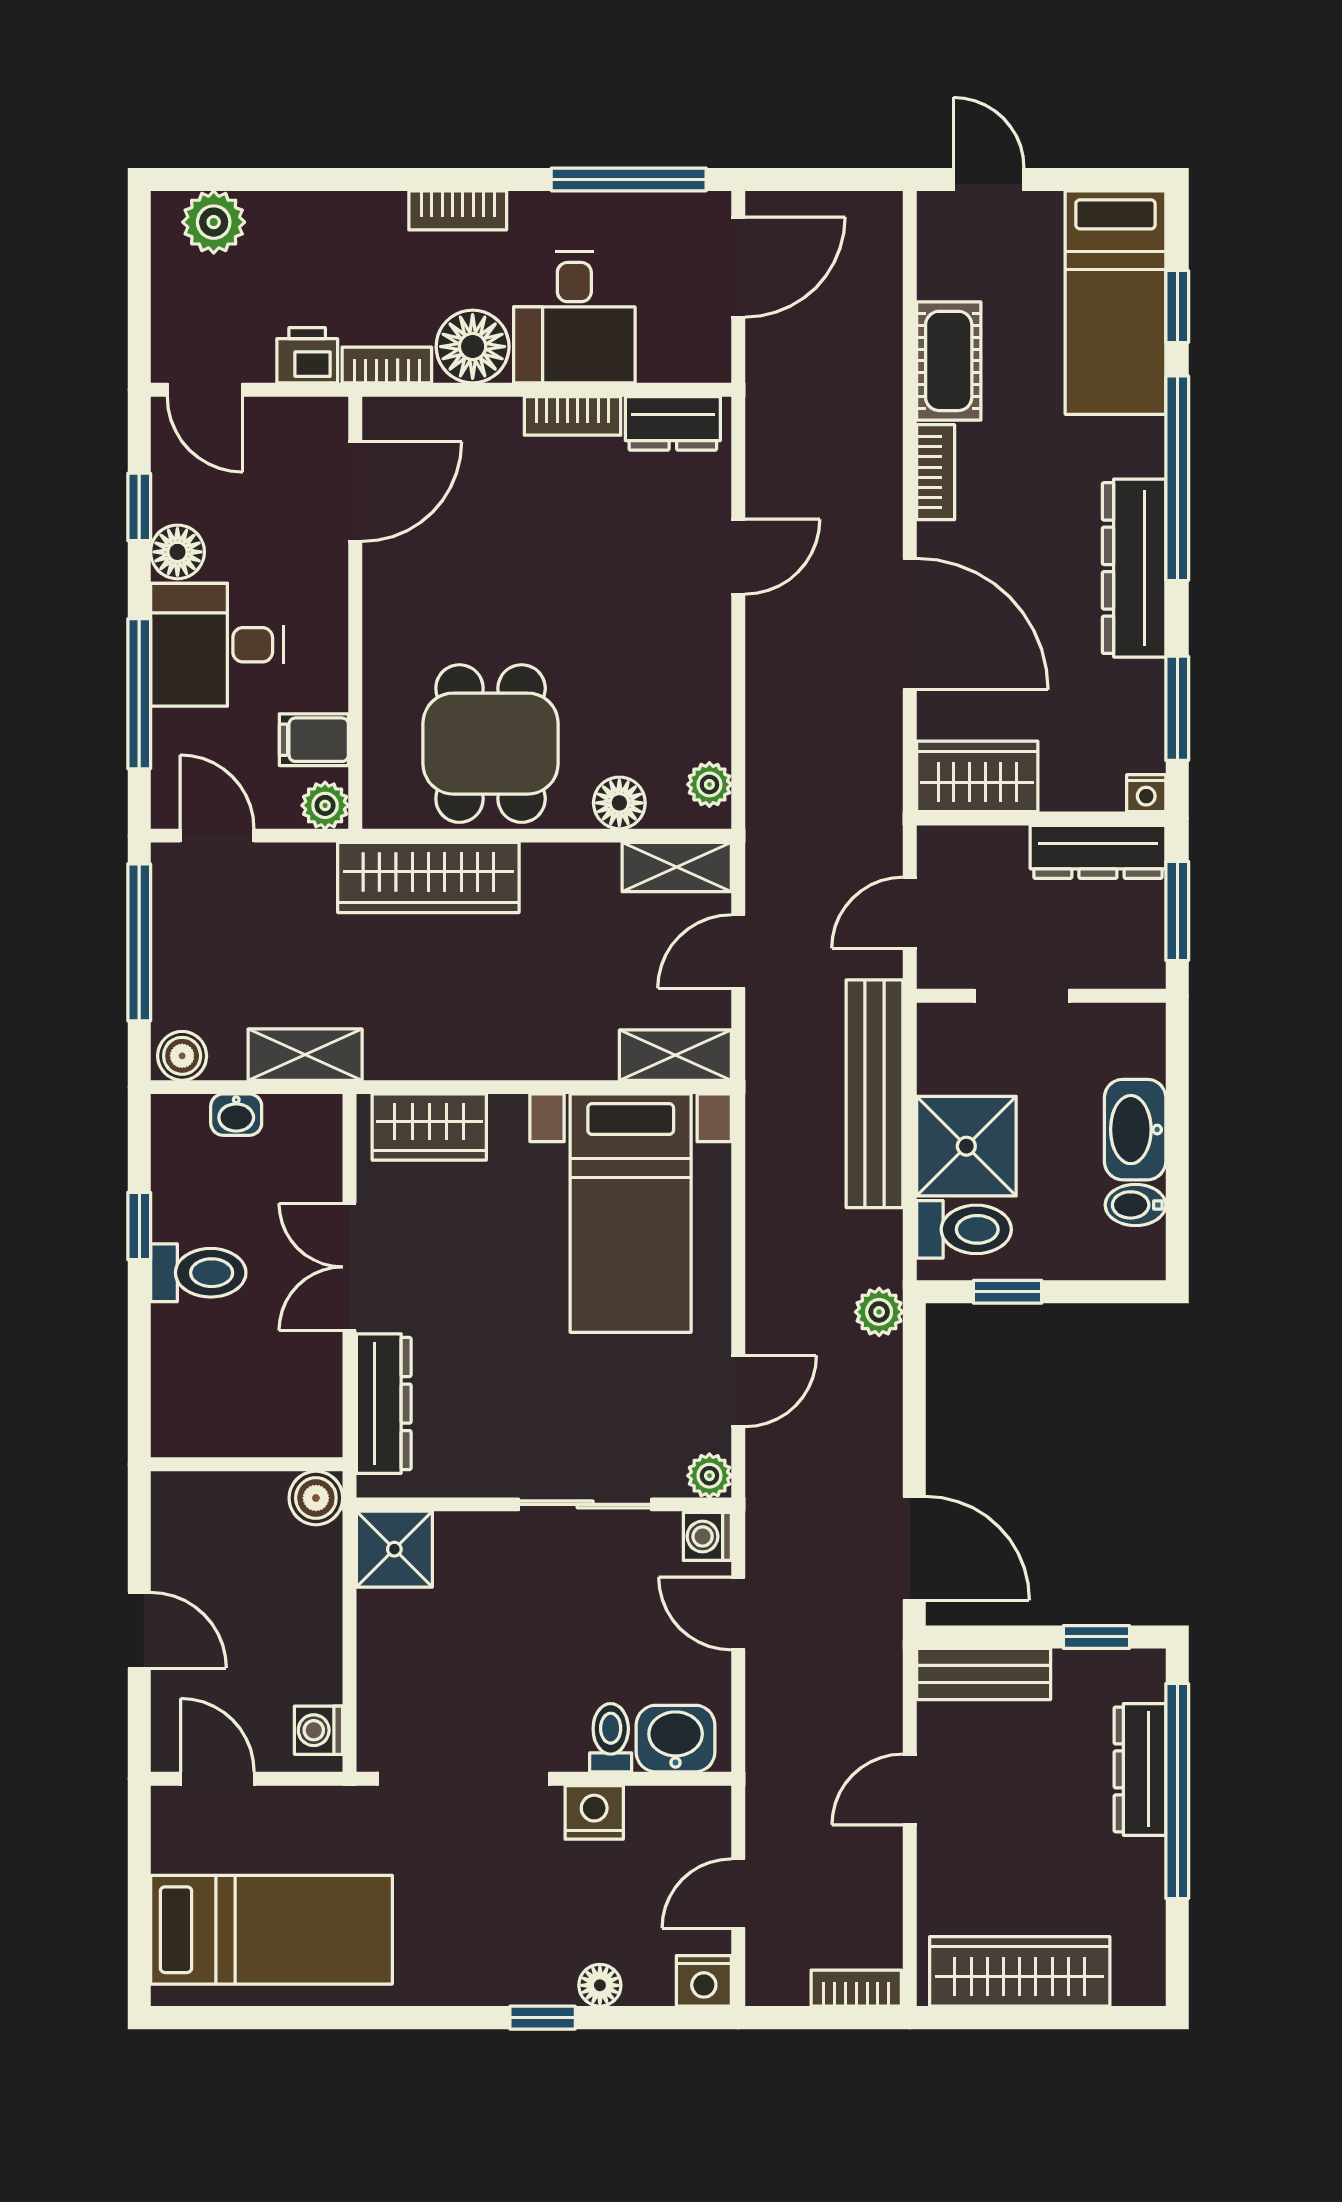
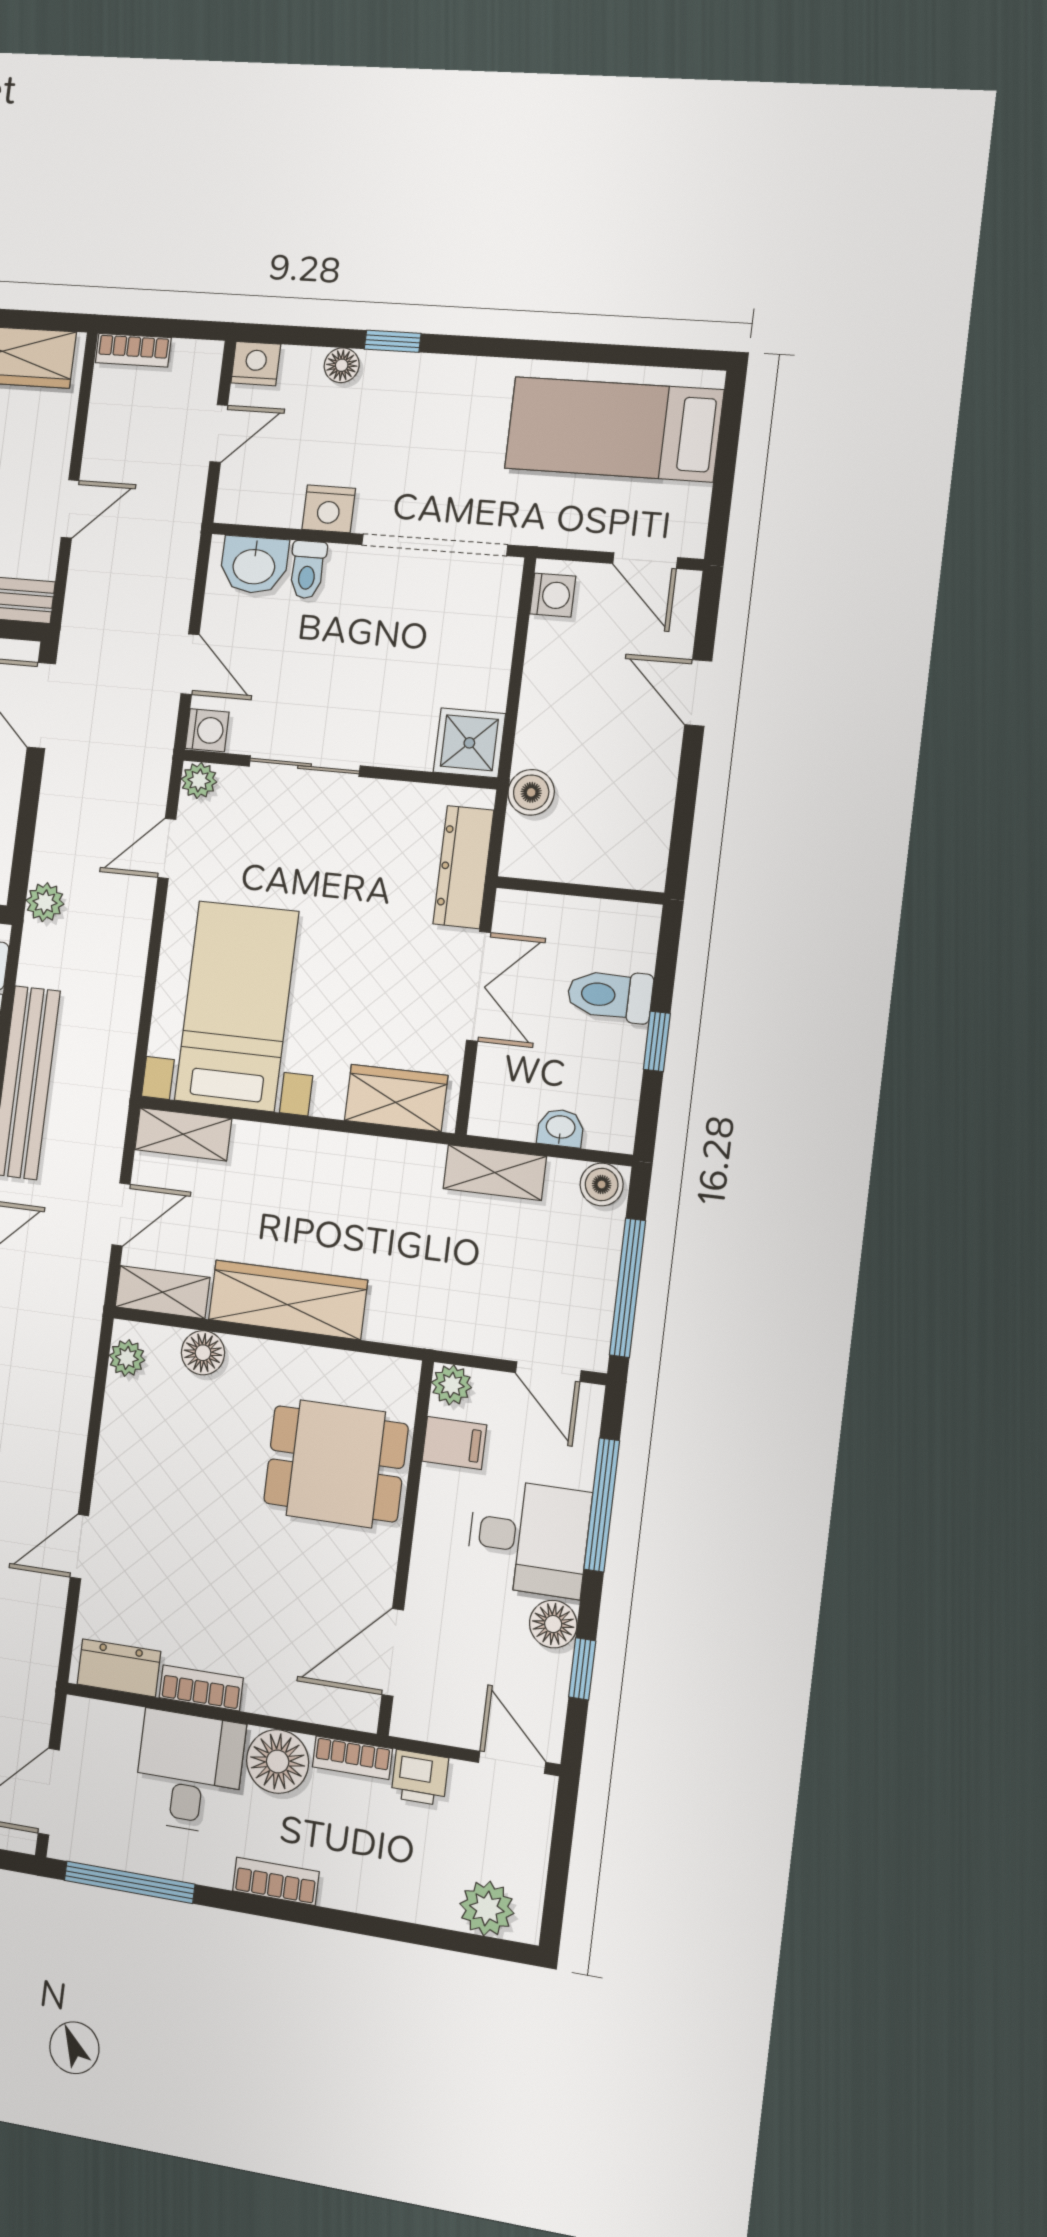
dining table: (491, 744) -> (336, 1464), moved, turned 90
wardrobe: (428, 878) -> (288, 1300), moved
wall: (247, 1464) -> (580, 890), moved

